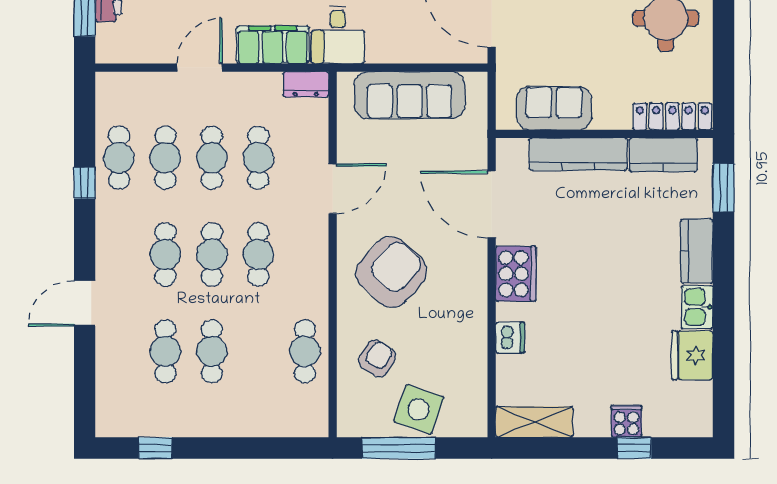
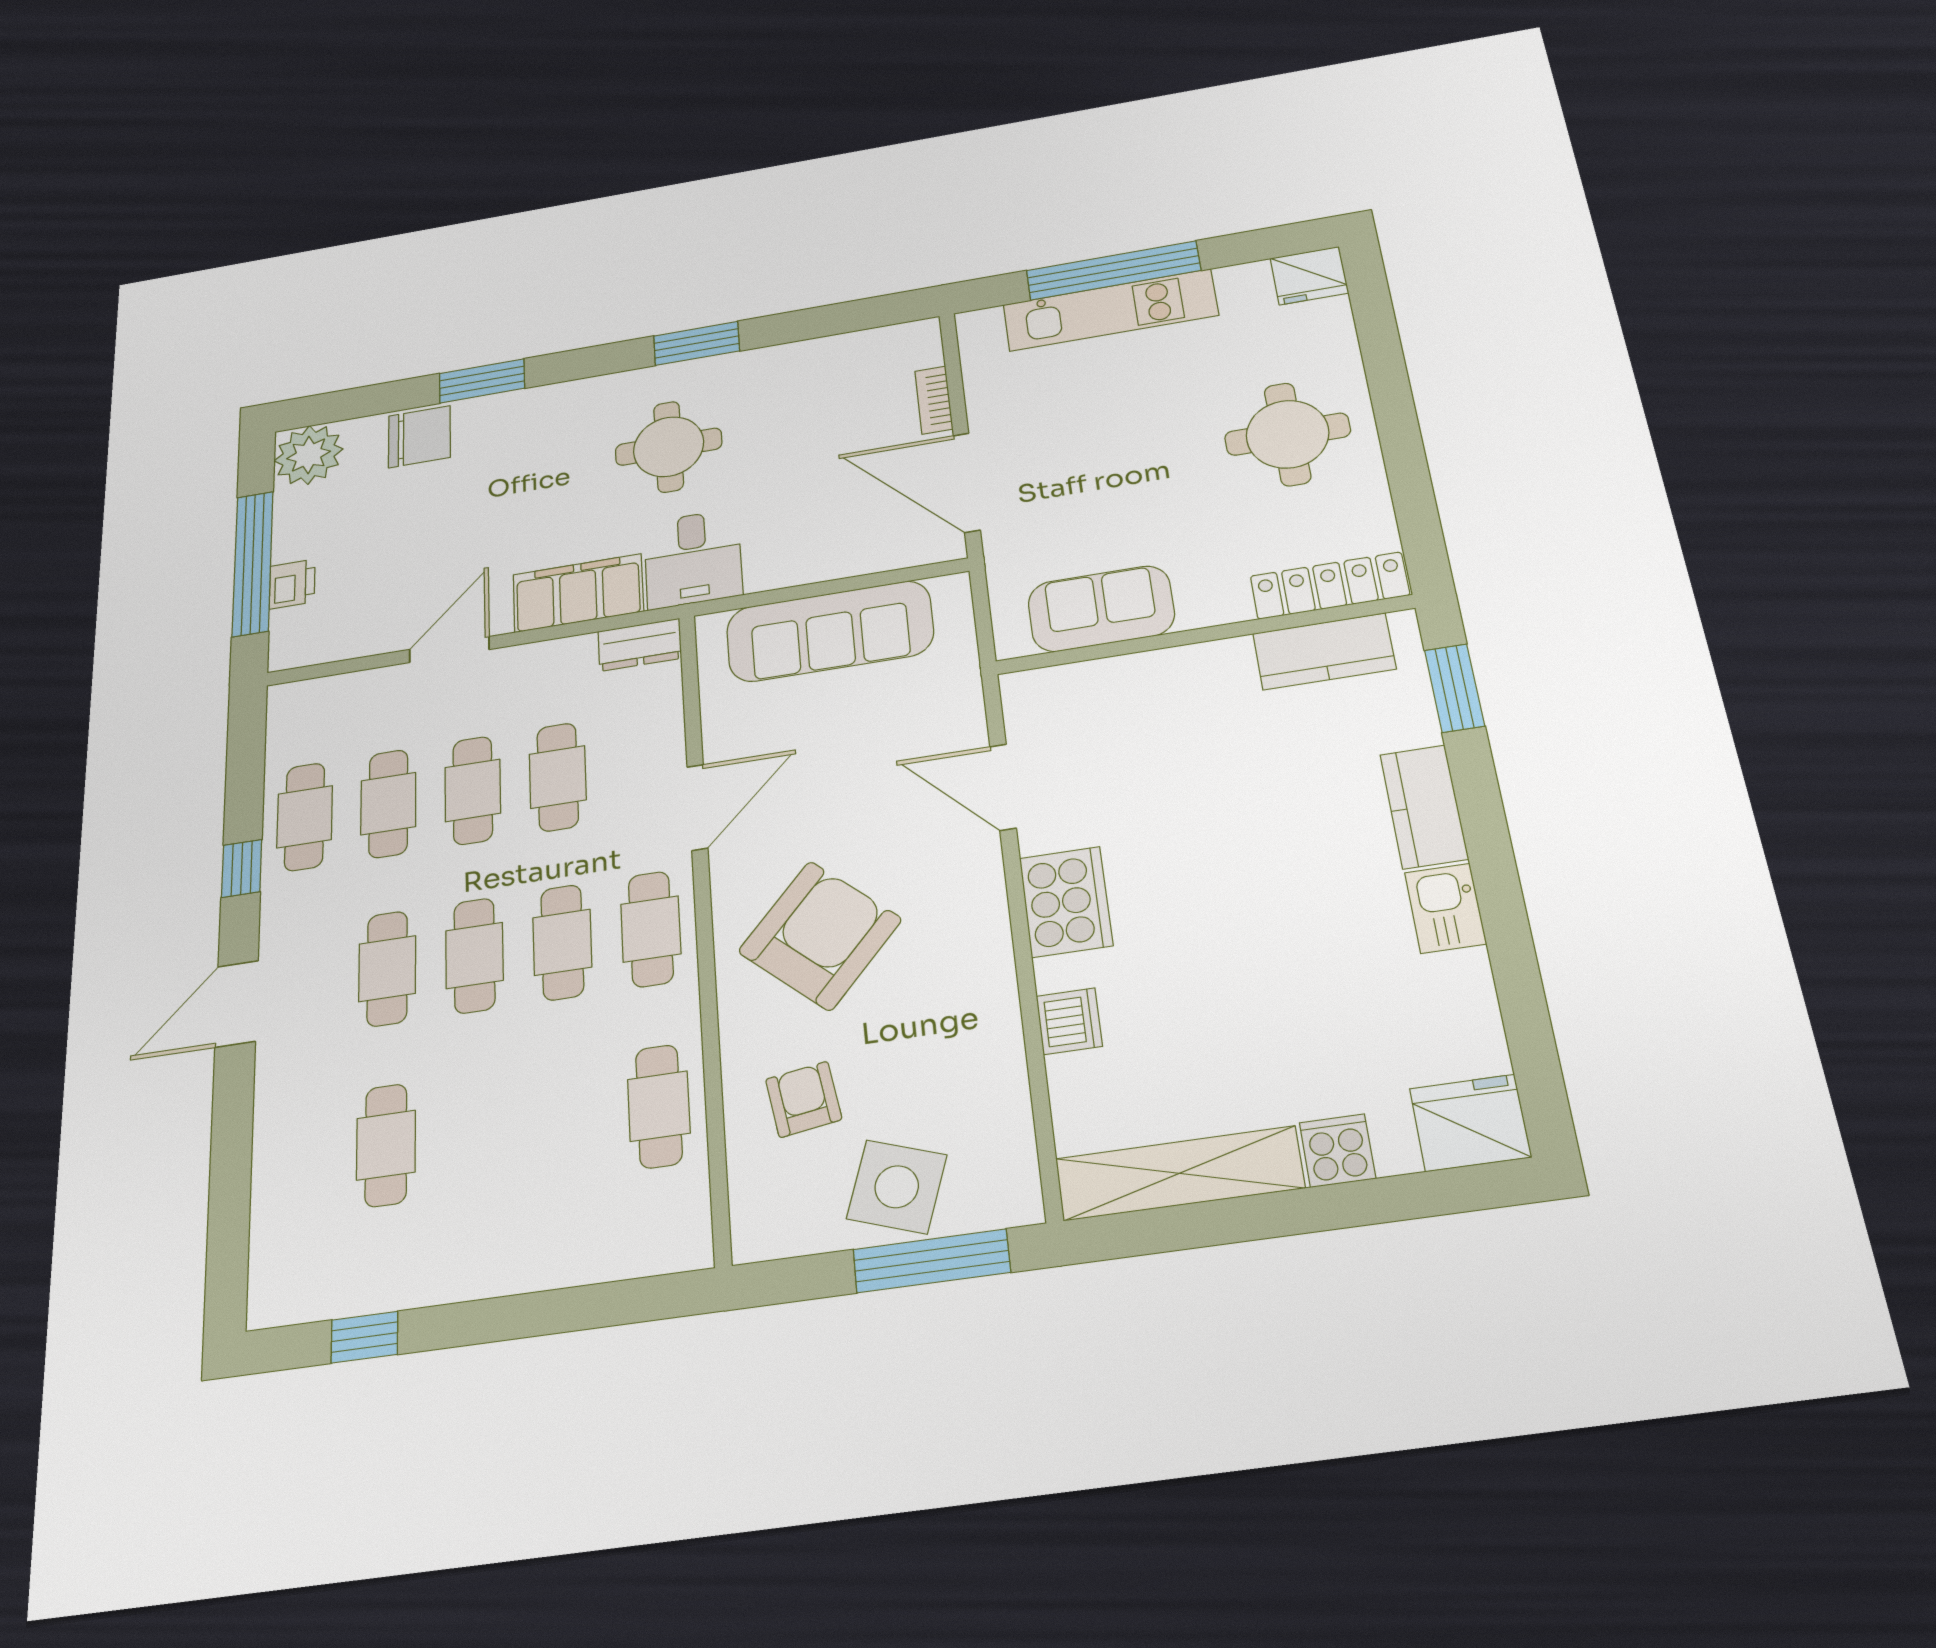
kitchen counter: (578, 154) -> (1159, 676), removed
door: (492, 204) -> (1003, 787), width x0.73
door: (85, 303) -> (237, 1004), moved
cafe table: (212, 351) -> (651, 929), moved
fridge: (692, 355) -> (1470, 1123), moved, turned 90
armchair: (377, 358) -> (804, 1099), turned -43
shelving: (534, 422) -> (1179, 1173), width x1.47
window: (399, 448) -> (932, 1261), moved
window: (634, 448) -> (1364, 1203), removed

